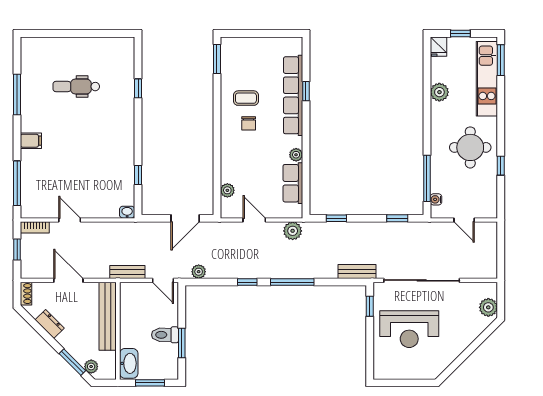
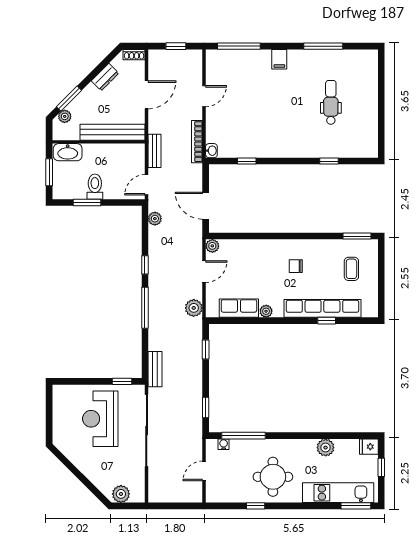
coffee table: (246, 98) -> (351, 269), moved
plant: (227, 190) -> (212, 246), moved
bookcase: (35, 227) -> (197, 142), moved, width x1.56

